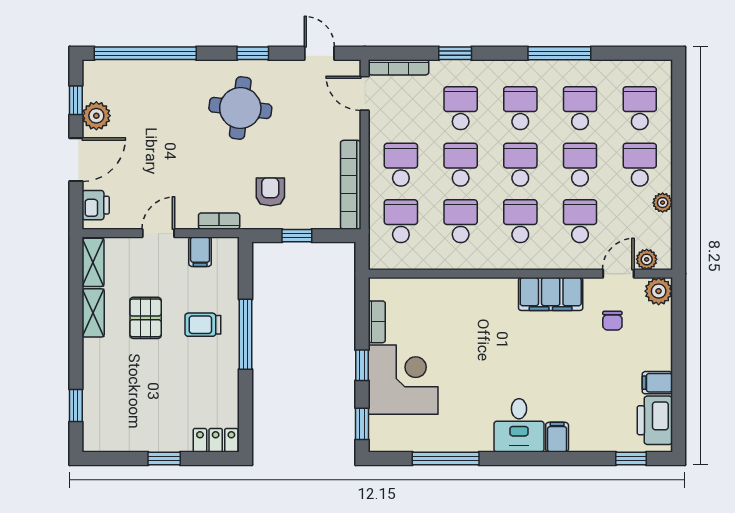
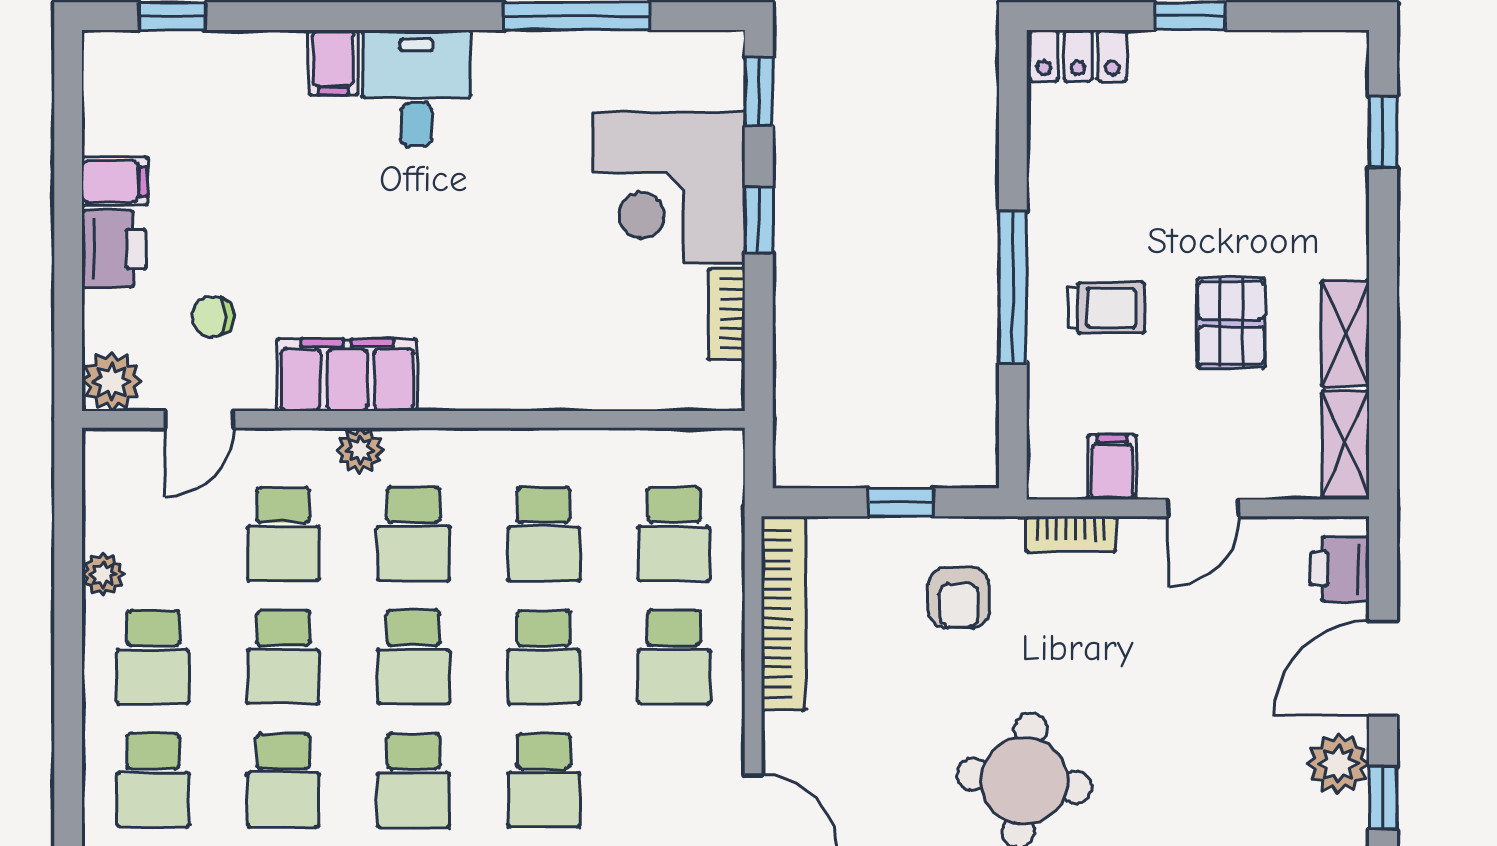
plant: (647, 259) -> (360, 450), moved
chair: (612, 321) -> (212, 317), turned -90
printer: (655, 420) -> (114, 249), moved, width x0.73, depth x0.84

